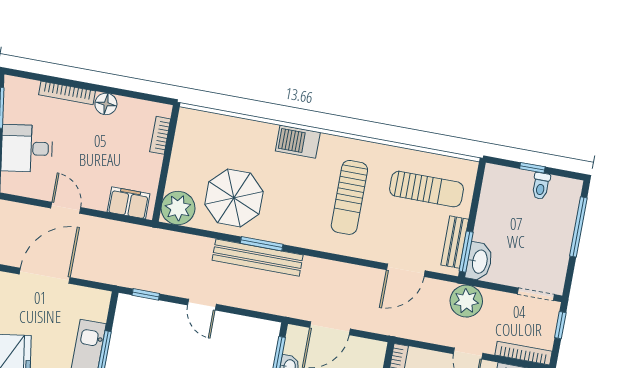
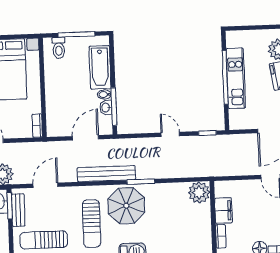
sun lounger: (349, 197) -> (92, 224), turned 180
parasol: (234, 198) -> (126, 206), moved
filing cabinet: (129, 203) -> (223, 210), moved, turned -90
bench: (258, 258) -> (106, 174), moved

